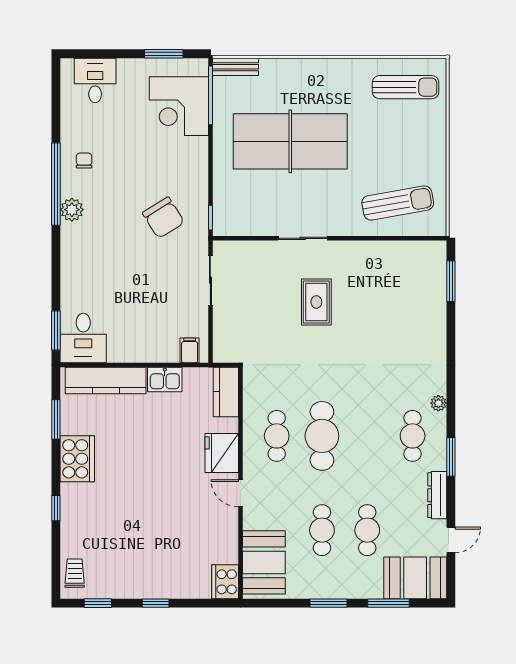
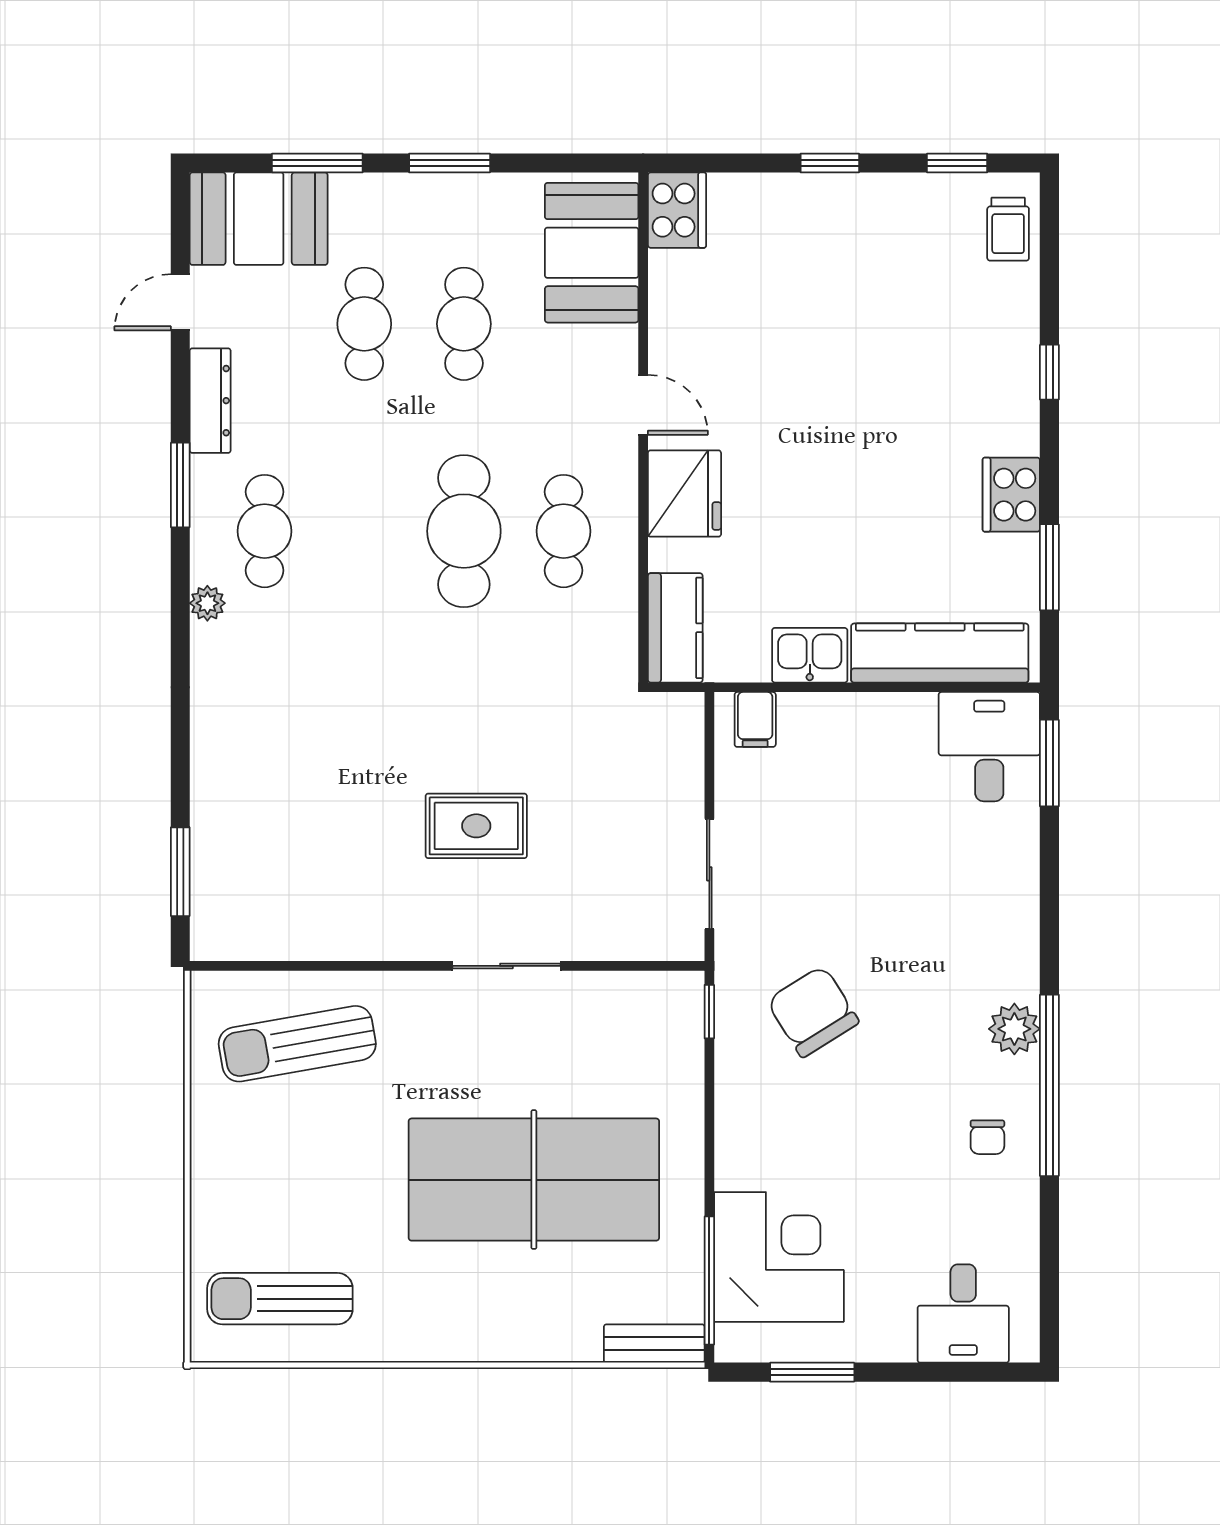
rug: (316, 302) -> (476, 826), turned 90
cooker: (77, 459) -> (1011, 495), width x0.73, depth x0.76

